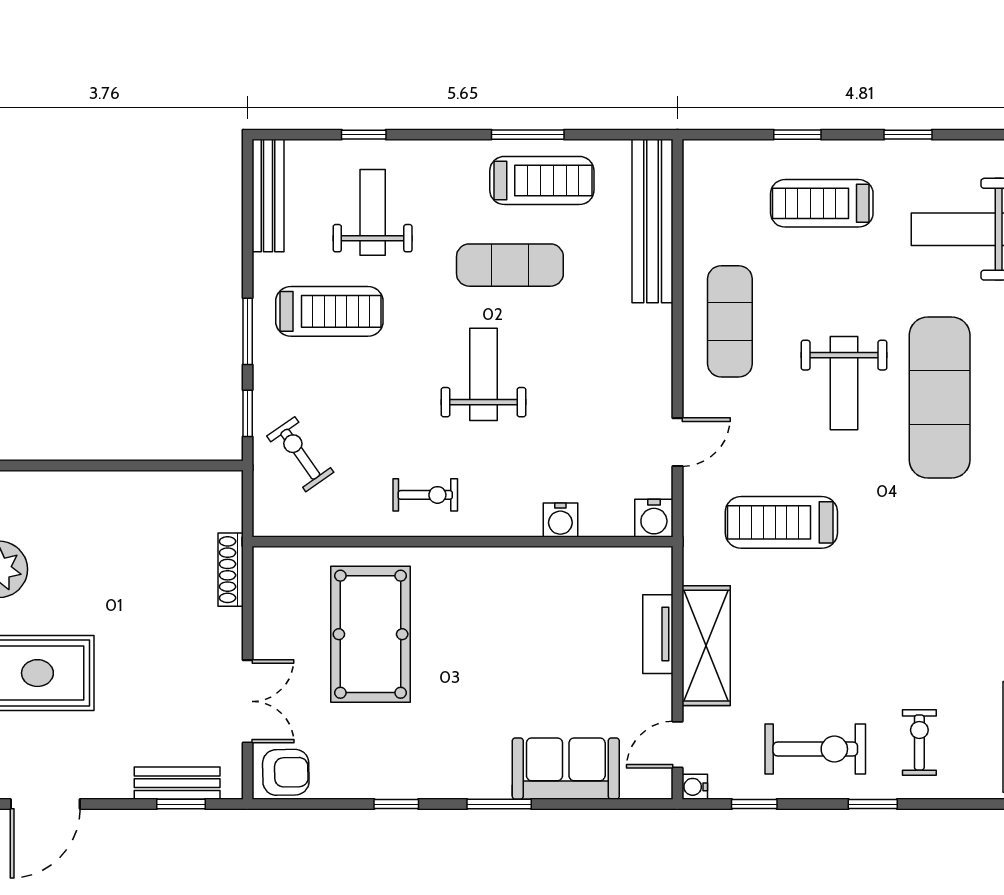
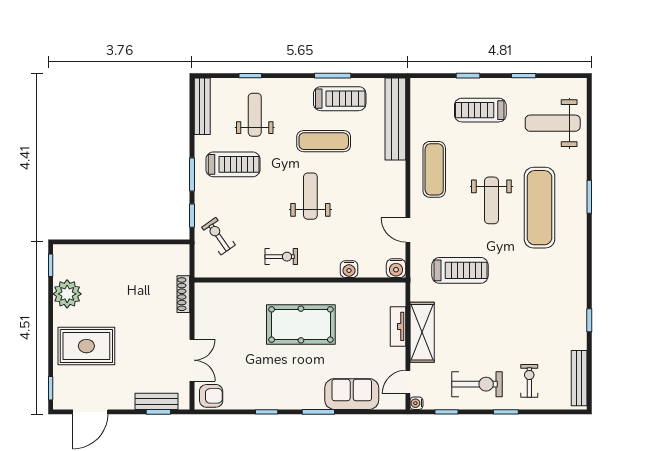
door: (677, 442) -> (408, 230), swing flipped
treadmill: (781, 522) -> (460, 270), turned 180
pool table: (371, 634) -> (301, 325), moved, turned 90

